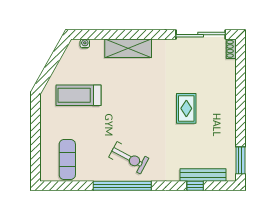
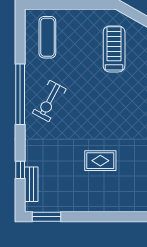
exercise mat: (67, 160) -> (47, 37), turned 90
bench: (203, 175) -> (31, 184), width x0.73

